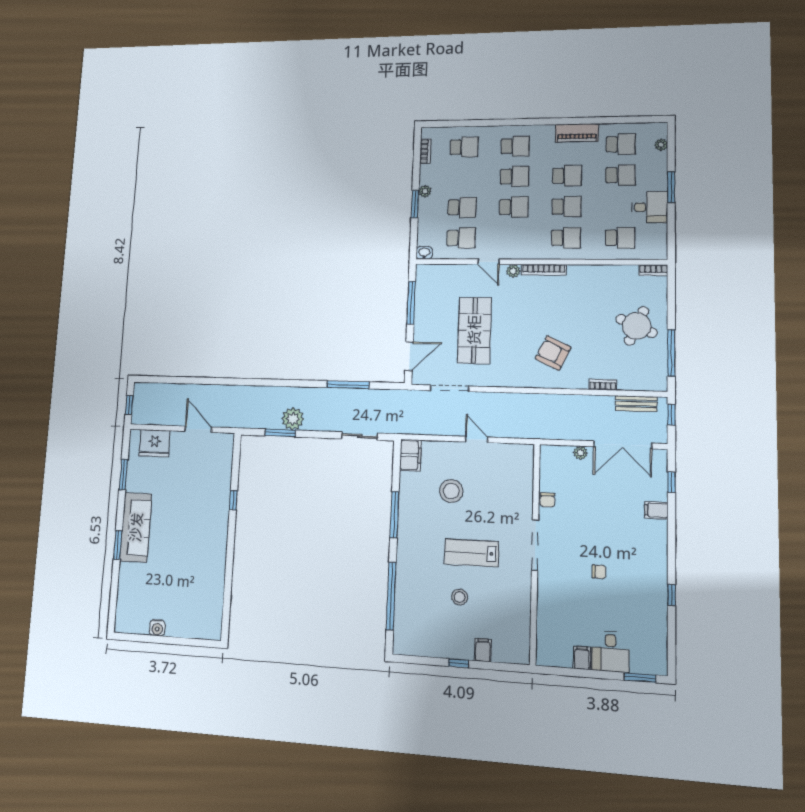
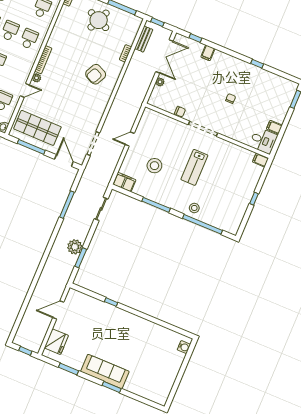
shop shelf: (474, 330) -> (37, 128), moved
stool: (460, 597) -> (194, 208), moved
water cooler: (157, 628) -> (184, 347), moved
filing cabinet: (483, 650) -> (260, 160), moved
desk: (610, 651) -> (263, 141), moved

